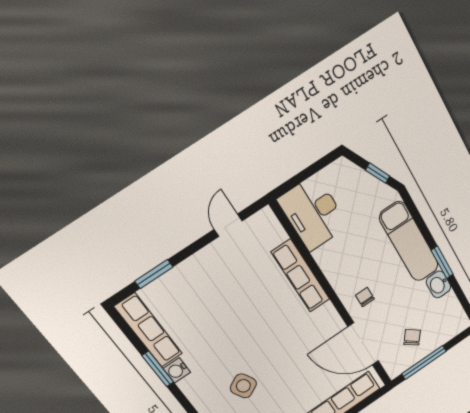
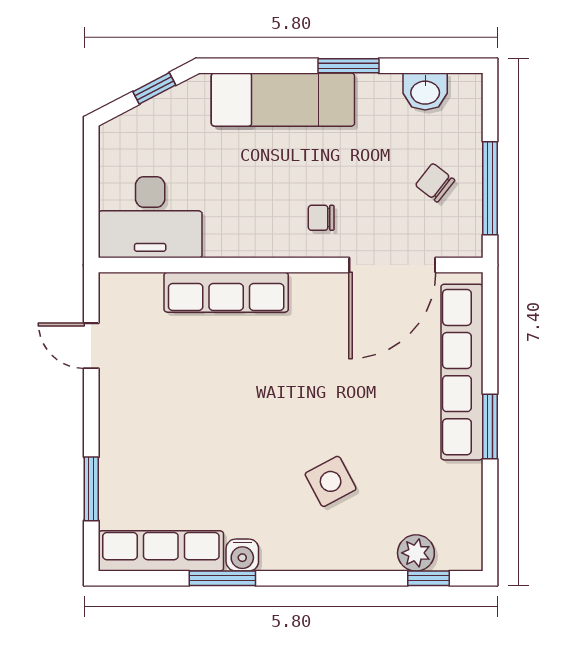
washbasin: (438, 284) -> (425, 92), moved

